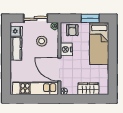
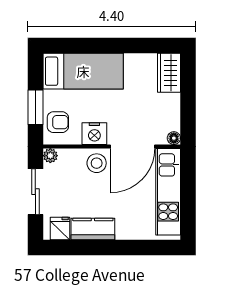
window: (90, 18) -> (35, 107), moved
stool: (42, 41) -> (97, 163), moved
wardrobe: (88, 89) -> (169, 73), moved

